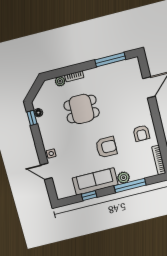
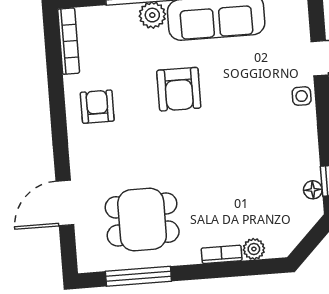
dining table: (82, 109) -> (142, 220), moved
armchair: (106, 147) -> (179, 89), turned -90

